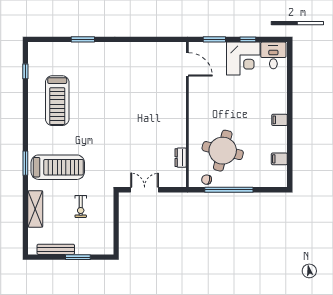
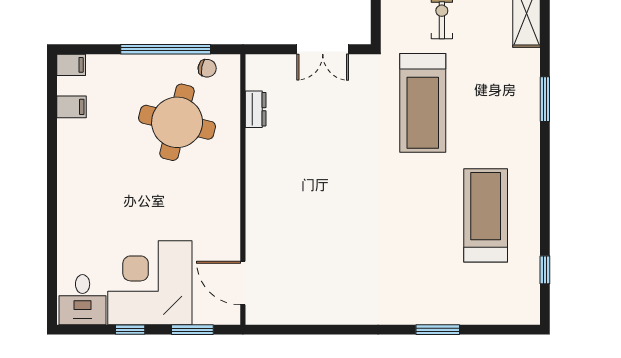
corner desk: (243, 59) -> (150, 283), width x1.36, depth x1.36
filing cabinet: (280, 120) -> (71, 65), moved
treadmill: (58, 167) -> (423, 103), moved, turned -90

